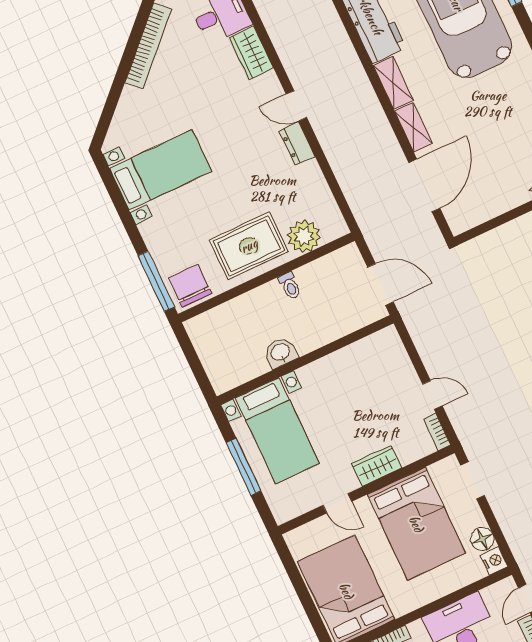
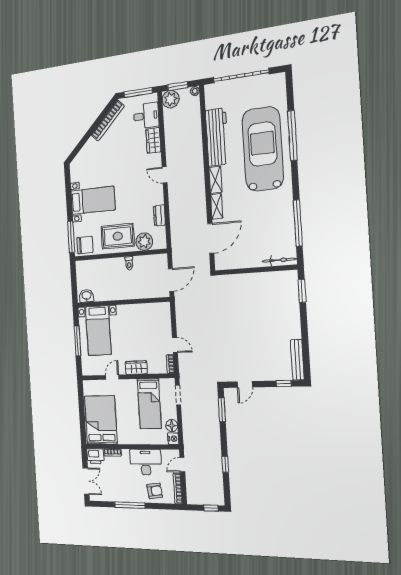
dresser: (297, 143) -> (159, 215), moved
bed with nightstands: (161, 170) -> (93, 200), moved
door: (380, 284) -> (171, 280), hinge flipped
chair: (190, 286) -> (85, 245), turned 90
washbasin: (281, 353) -> (87, 296), moved
door: (337, 503) -> (112, 377), swing flipped
bed: (416, 524) -> (149, 404), width x0.67

